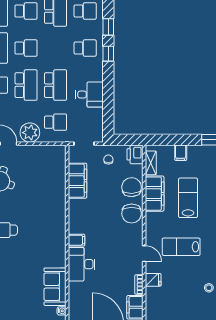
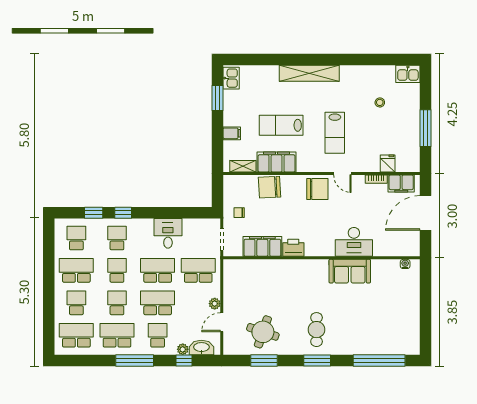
school desk: (56, 48) -> (117, 270), added
school desk: (56, 122) -> (198, 270), width x1.85
plant: (30, 133) -> (215, 304), width x0.53, depth x0.53
printer: (135, 154) -> (293, 248), moved, turned 180
chair: (132, 214) -> (317, 189), moved
filing cabinet: (77, 240) -> (328, 247), removed
door: (144, 254) -> (342, 173), swing flipped
fridge: (153, 280) -> (388, 163), moved
sofa: (55, 287) -> (350, 271), moved

